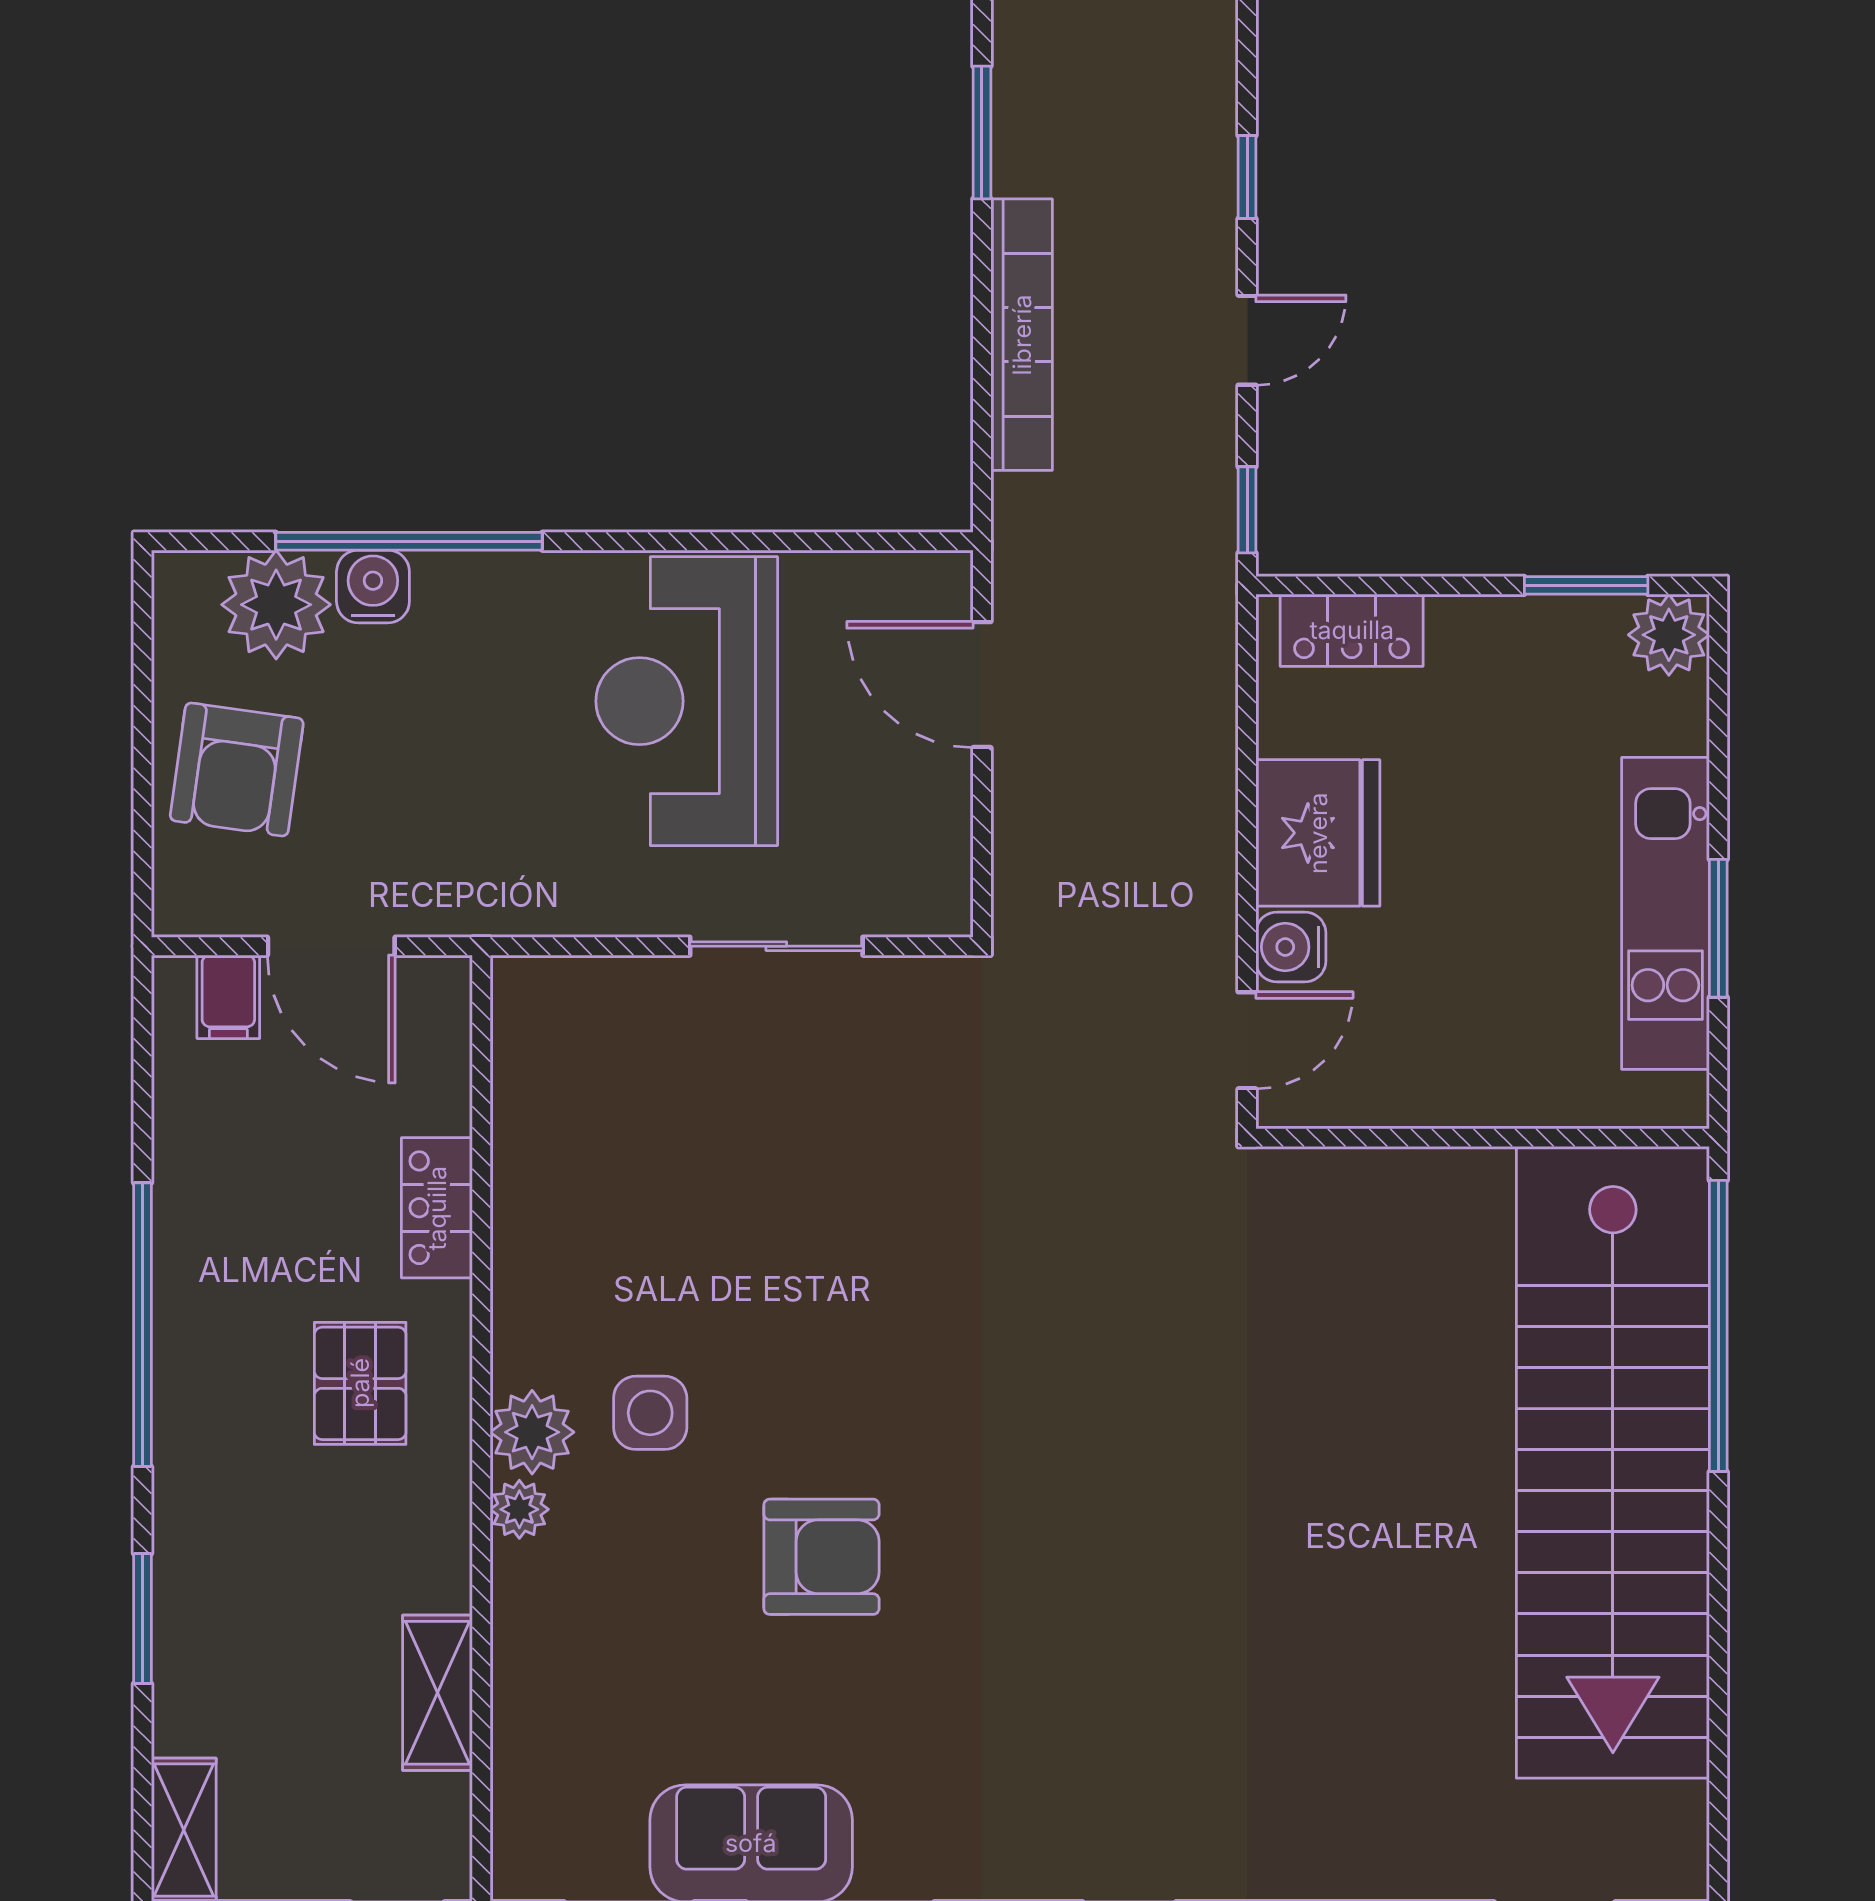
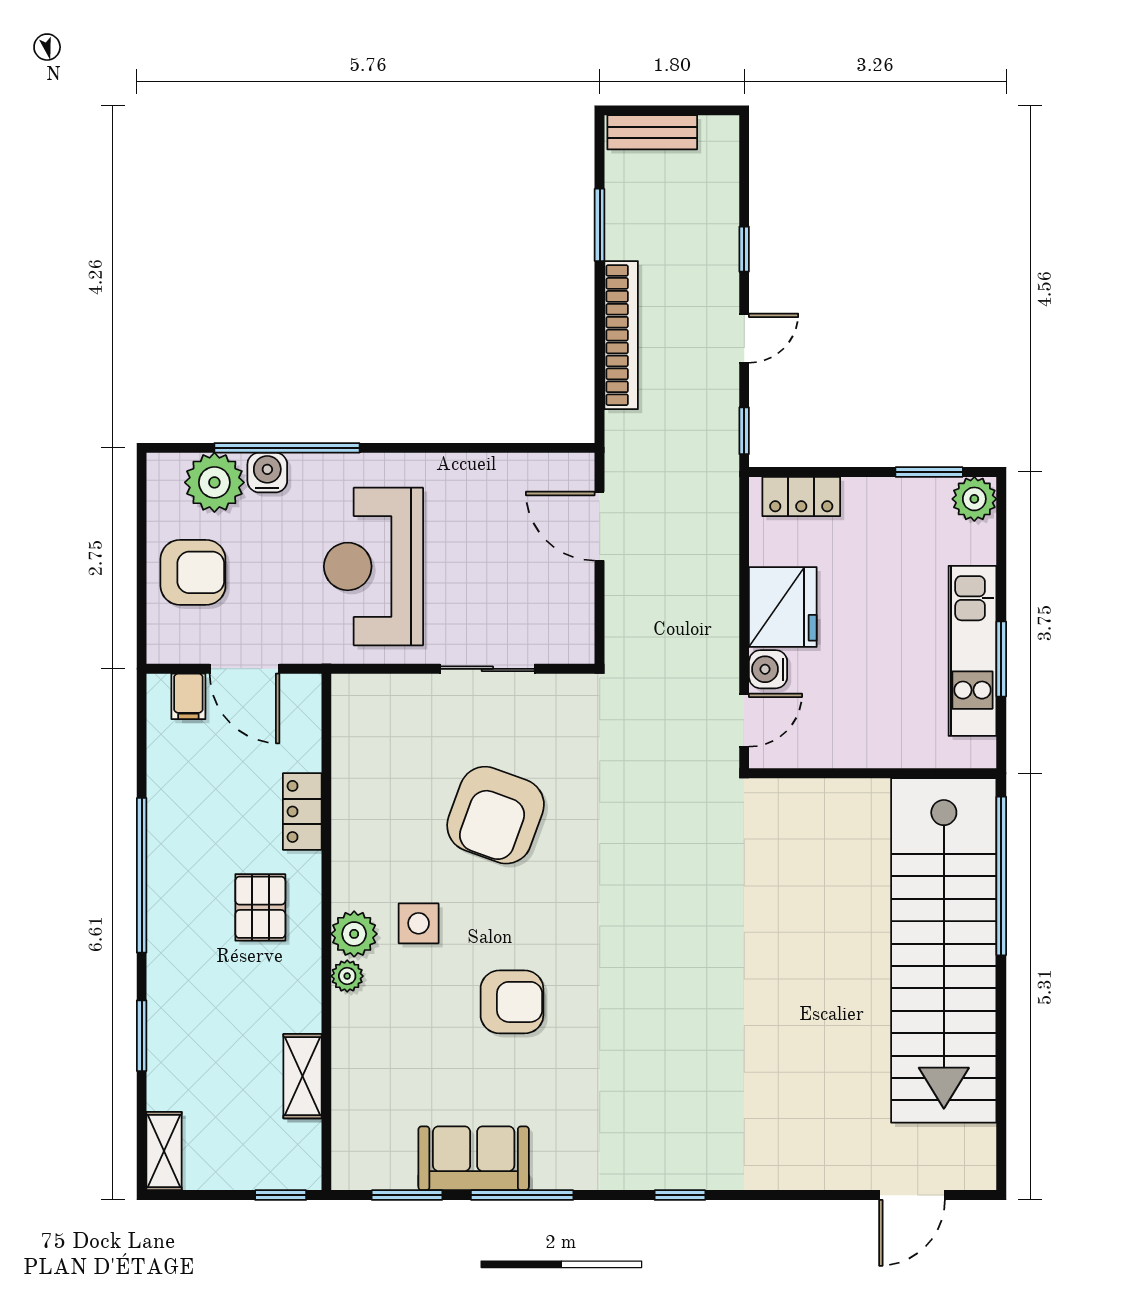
reception desk: (687, 701) -> (373, 566), moved
armchair: (237, 770) -> (193, 572), turned -98
armchair: (791, 1214) -> (496, 815), added

